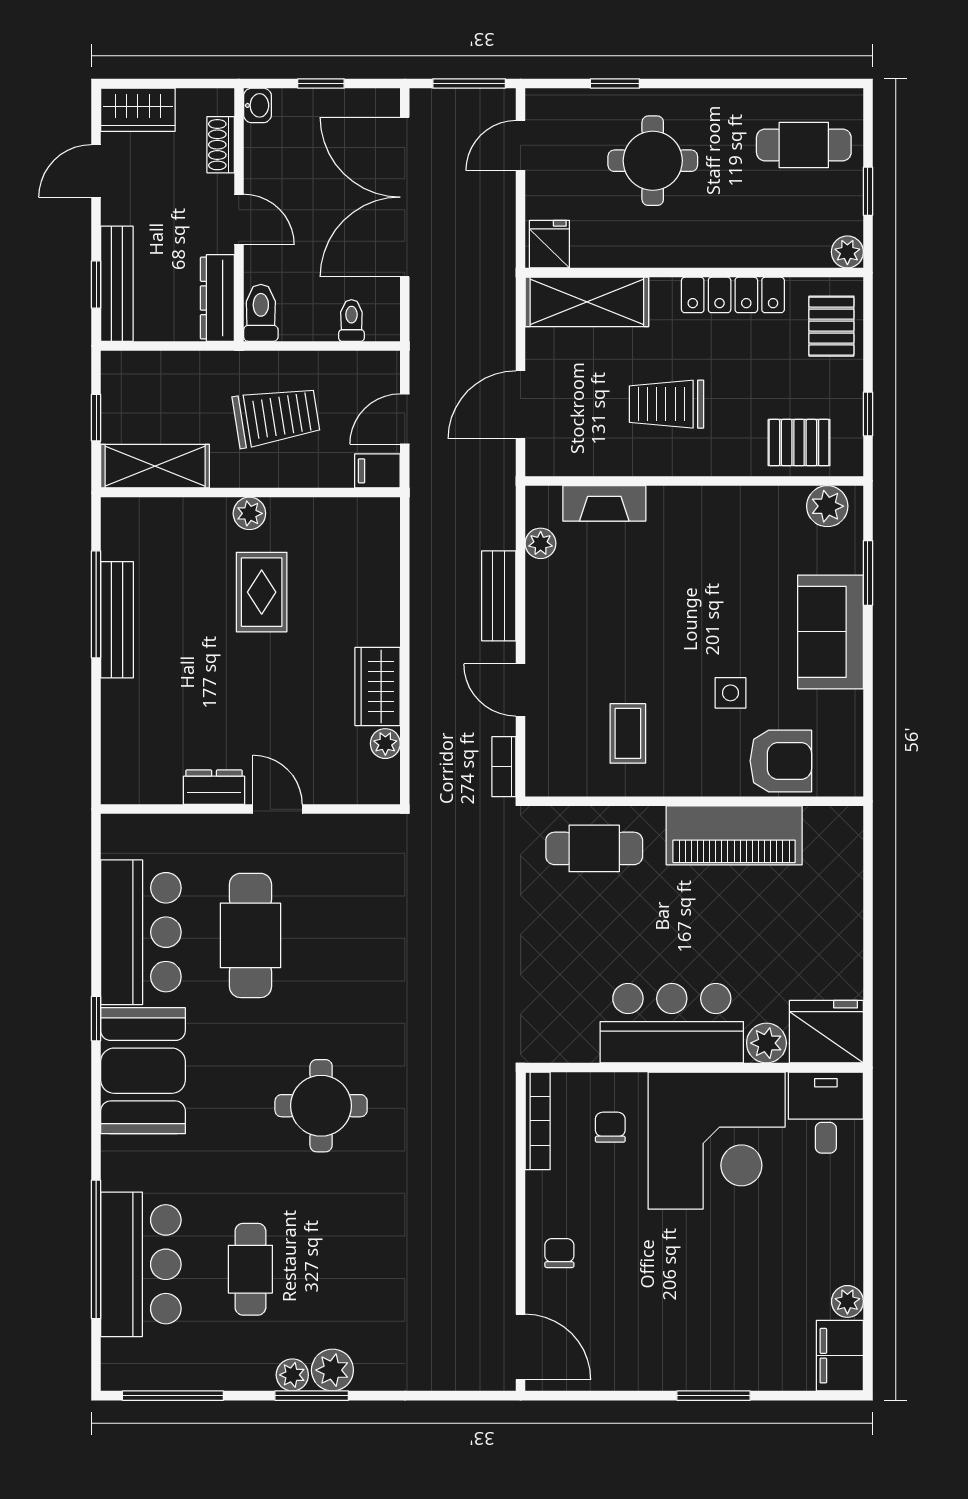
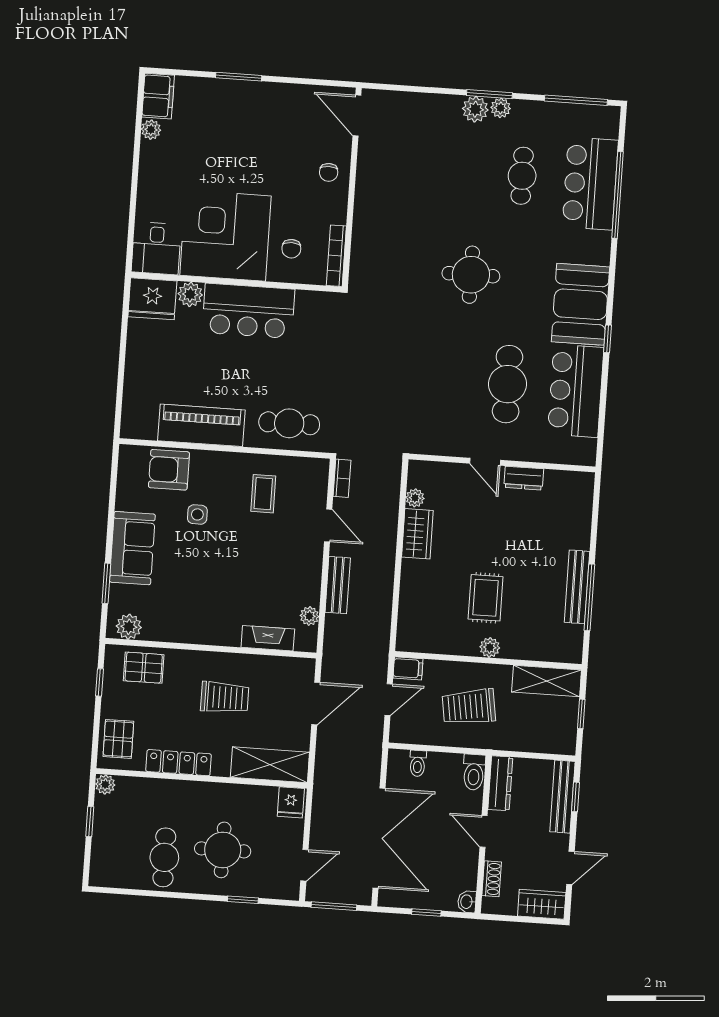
cafe table: (804, 145) -> (164, 857), moved, turned 90

